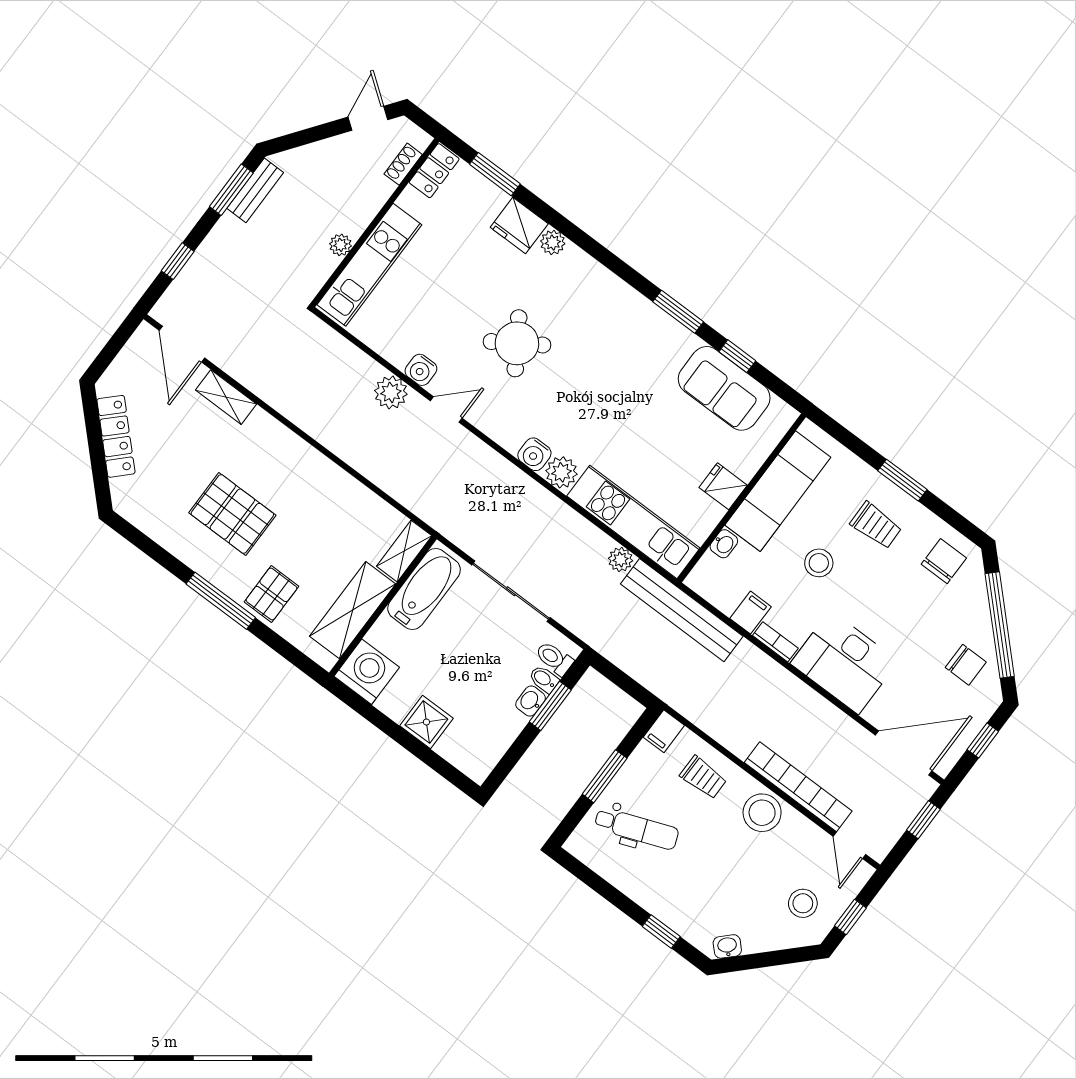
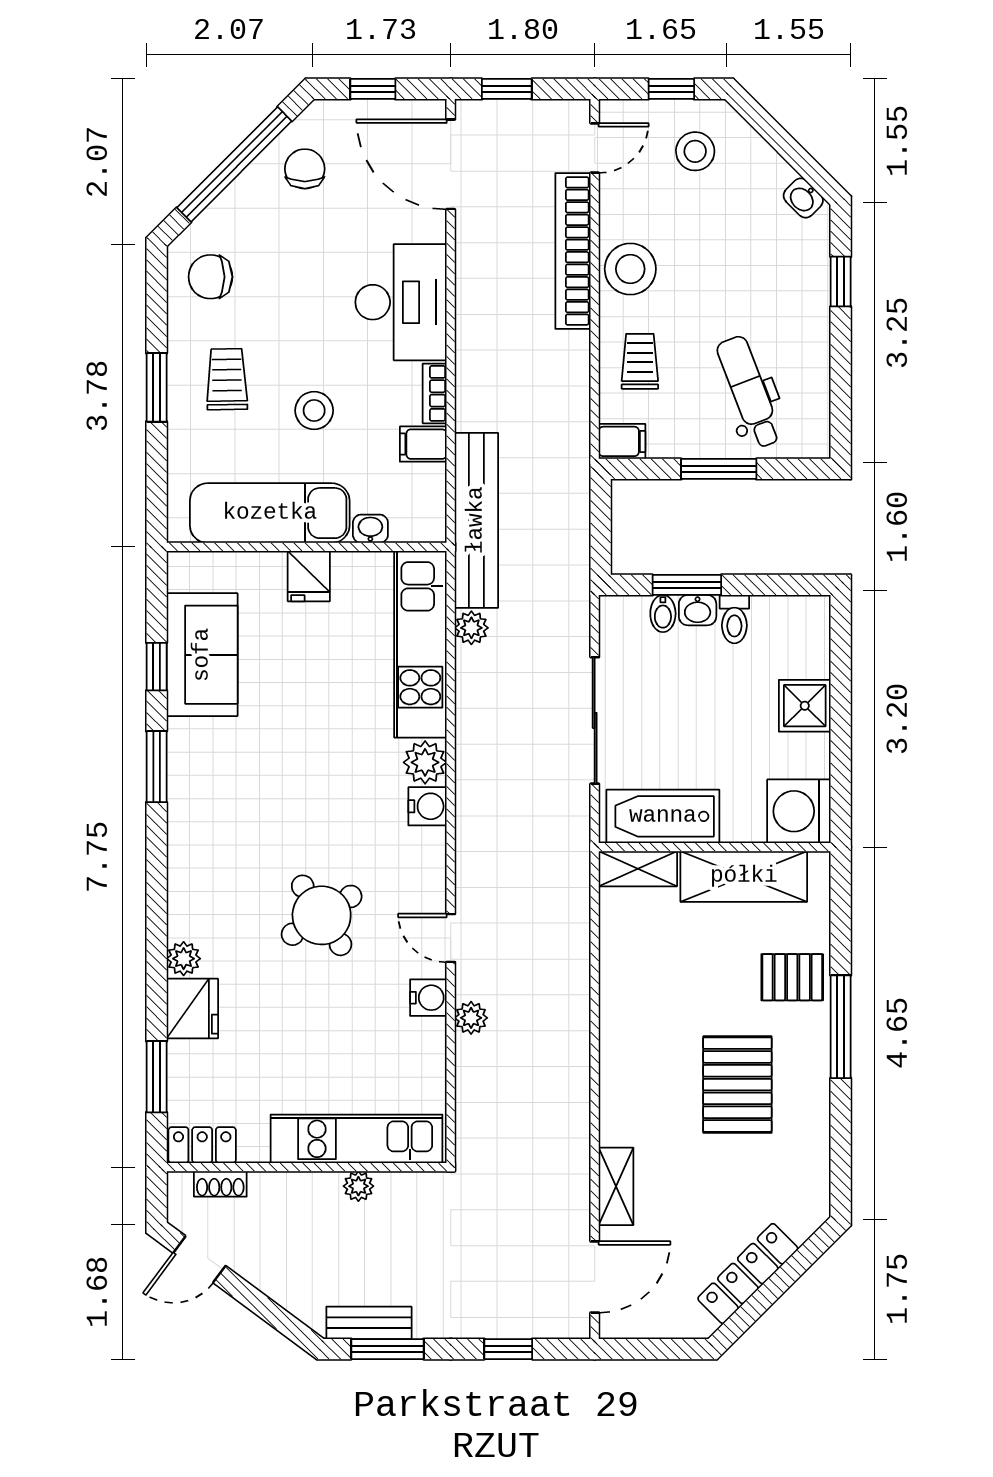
plant: (391, 392) -> (471, 1018), width x0.73, depth x0.73
toilet: (554, 658) -> (734, 619), moved

